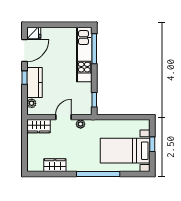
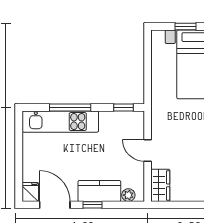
window: (94, 49) -> (70, 107), moved
plant: (81, 124) -> (157, 127), removed

